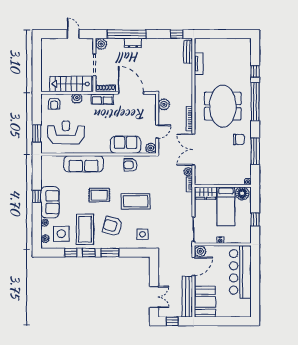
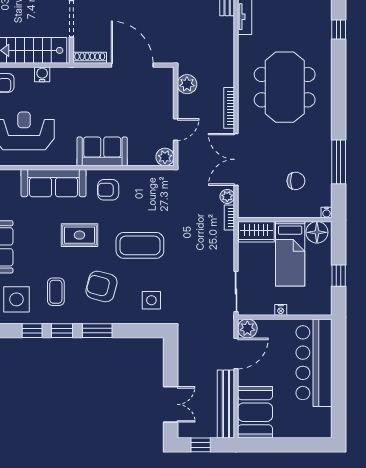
row of seats: (102, 99) -> (84, 76), removed
window: (255, 102) -> (339, 80), removed
chair: (239, 139) -> (296, 181), moved
sofa: (126, 145) -> (102, 151), moved
armchair: (130, 165) -> (108, 190), moved
coffee table: (85, 229) -> (56, 292), width x0.54, depth x0.58

